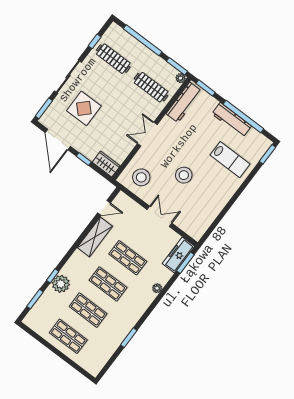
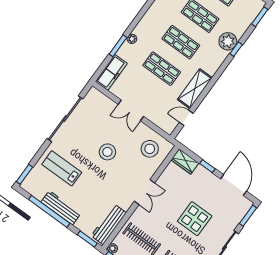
display table: (84, 108) -> (195, 219), moved
sliding door: (226, 209) -> (65, 119), added
window: (185, 263) -> (118, 46), moved
window: (35, 299) -> (260, 17), moved

